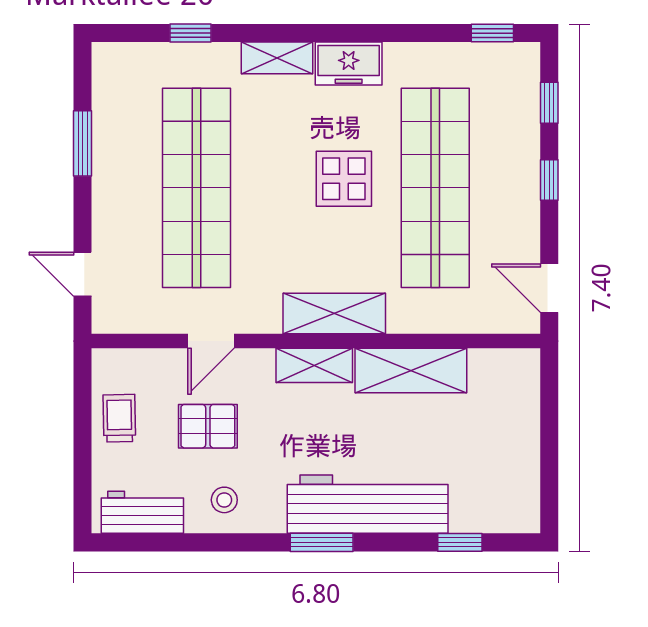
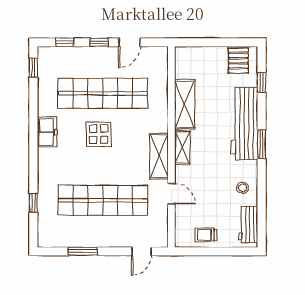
shelving: (277, 58) -> (45, 164), removed
door: (549, 288) -> (129, 42), moved
shelving: (334, 314) -> (159, 156), moved
pallet: (208, 426) -> (238, 61), moved

